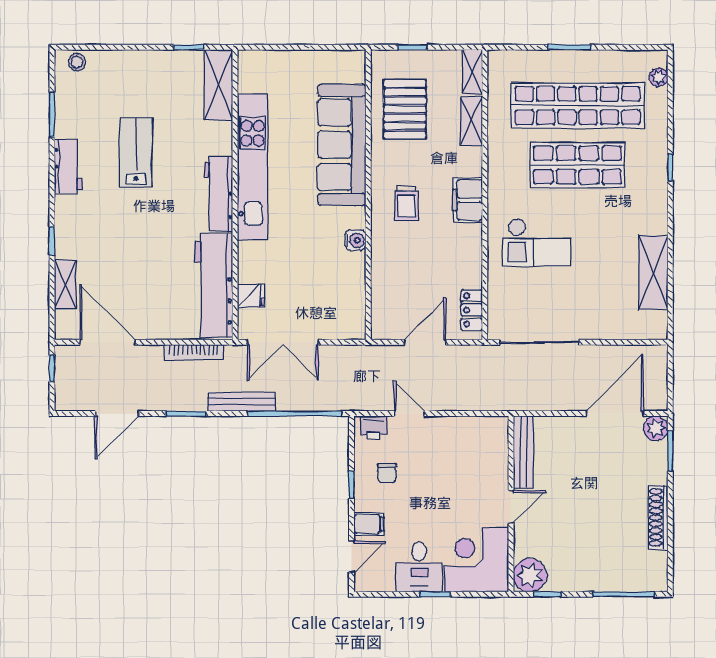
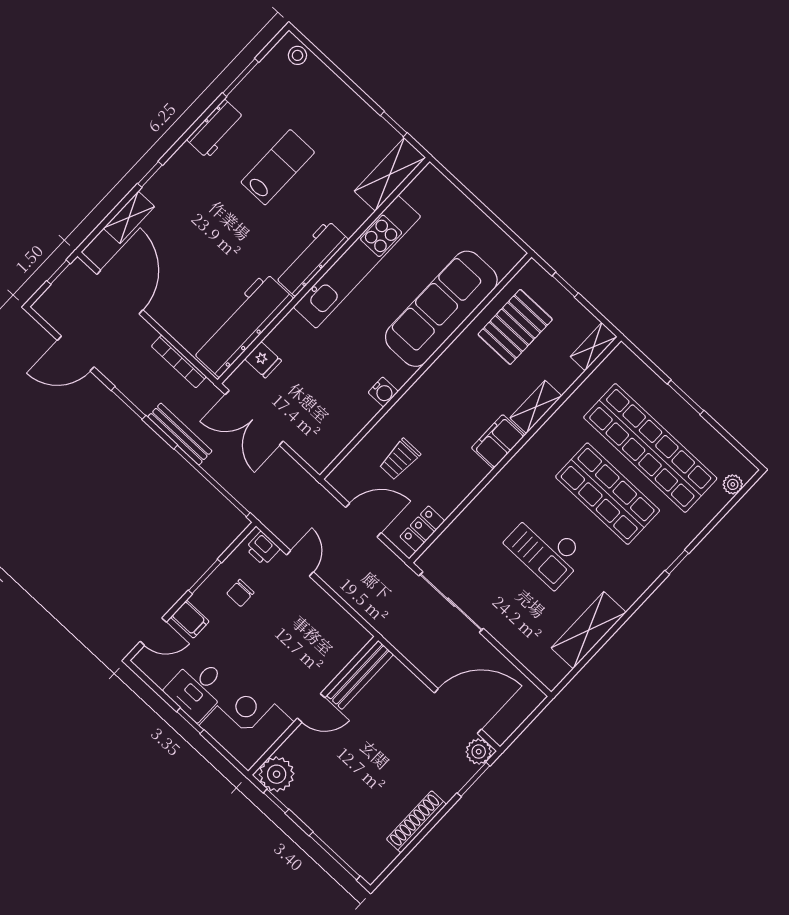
shelving: (471, 121) -> (536, 407), moved
trolley: (407, 203) -> (400, 459), moved
checkout: (537, 242) -> (545, 549), moved
window: (352, 485) -> (205, 576), width x1.50

